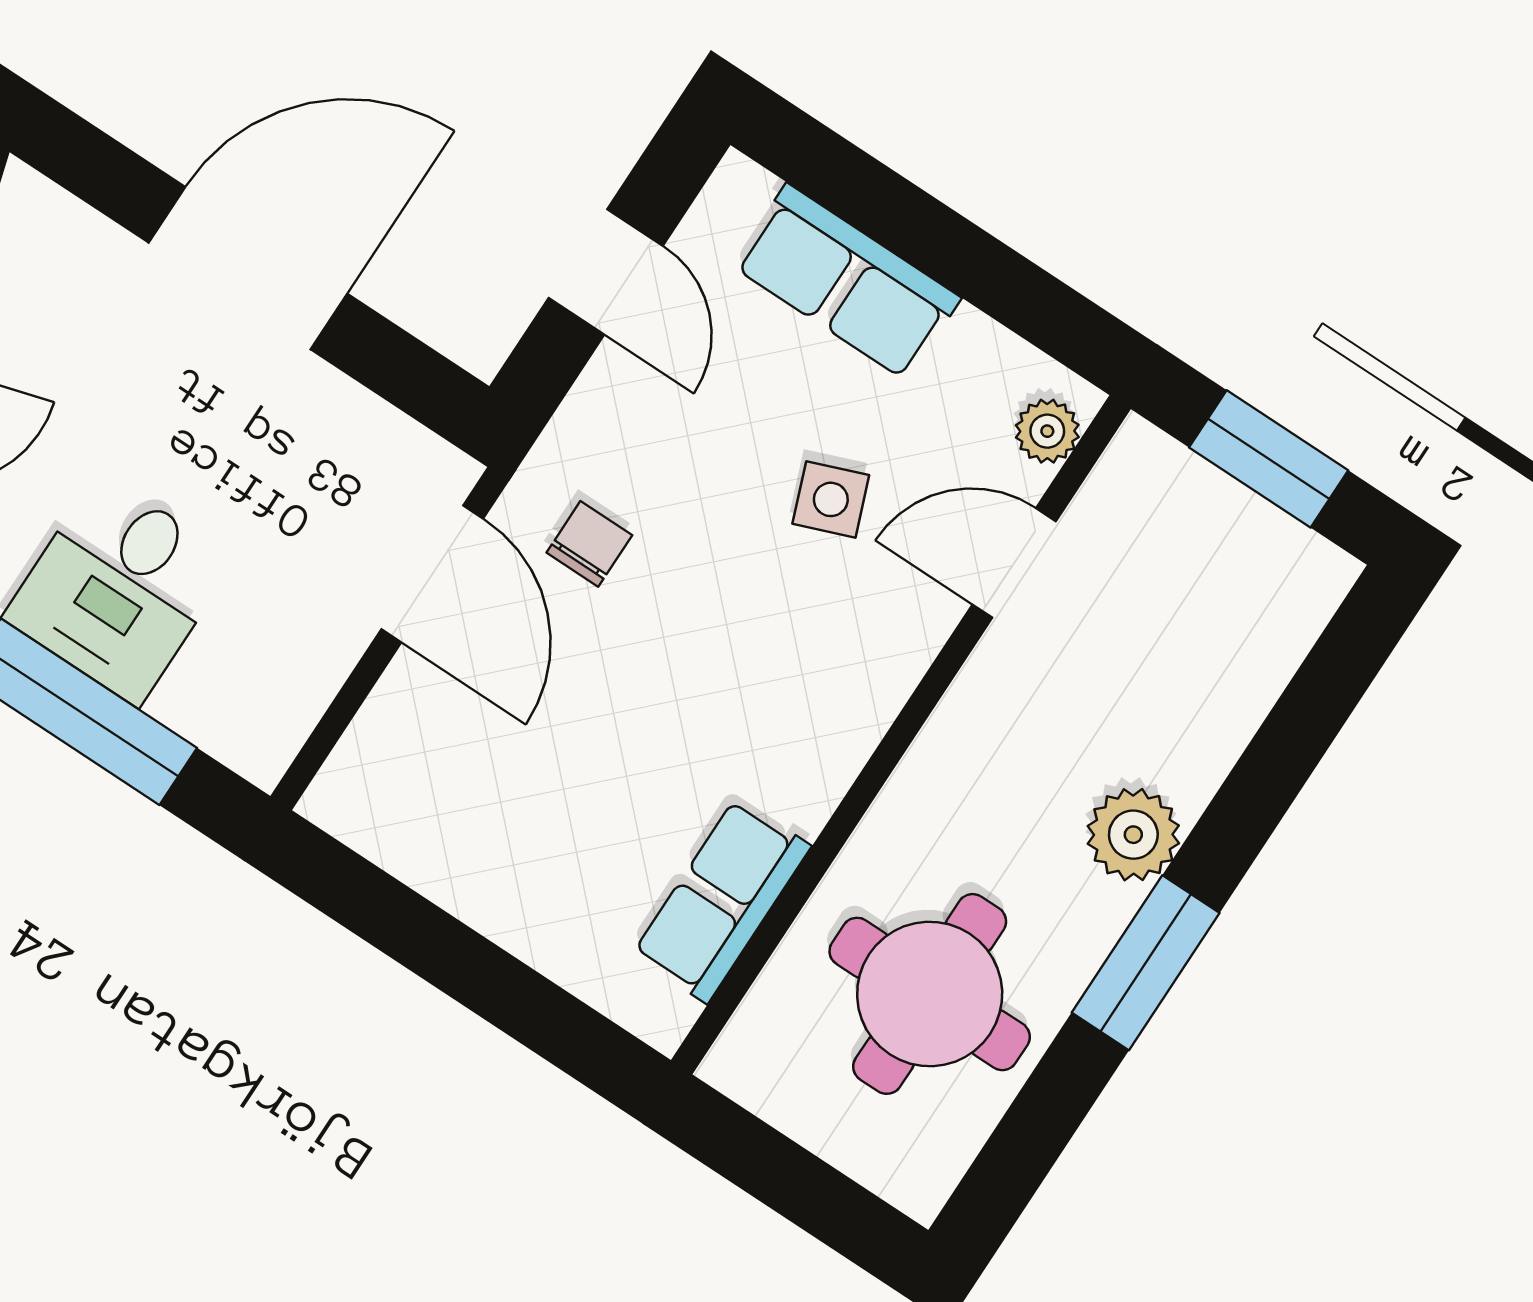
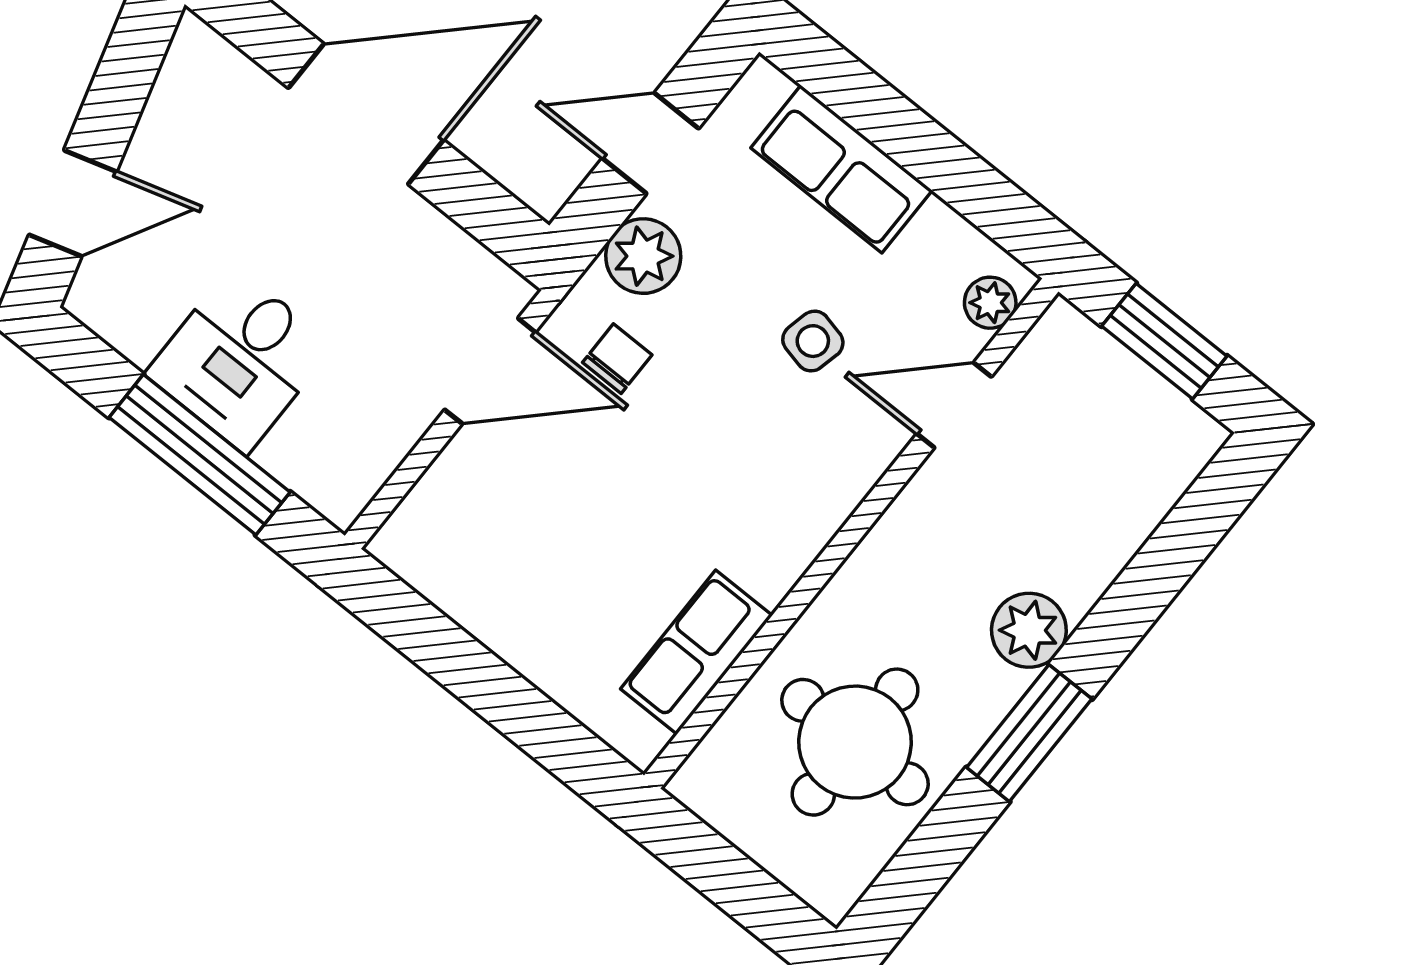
door: (606, 272) -> (651, 143), swing flipped
plant: (610, 413) -> (643, 256), added
side table: (831, 499) -> (813, 341), turned 34
door: (432, 574) -> (490, 371), hinge flipped

